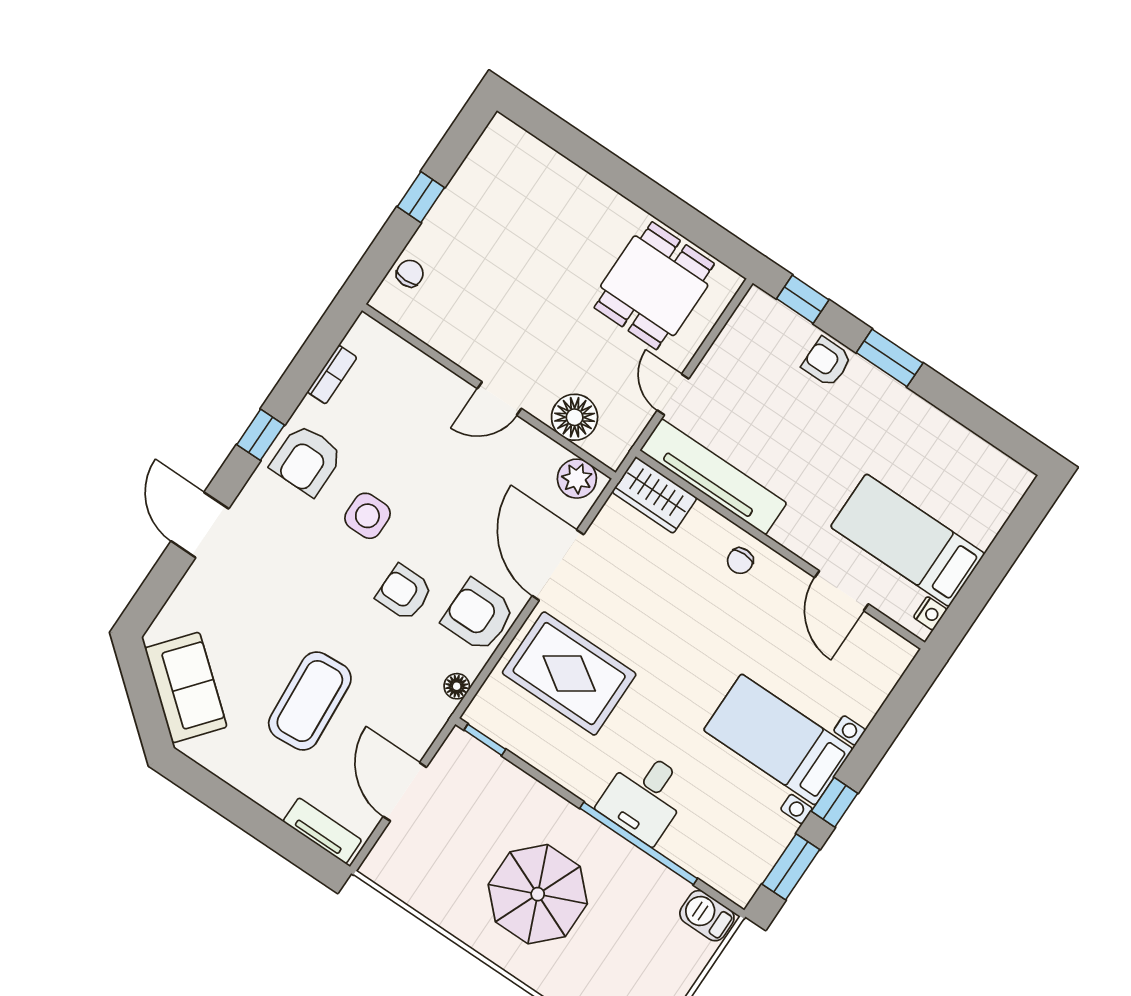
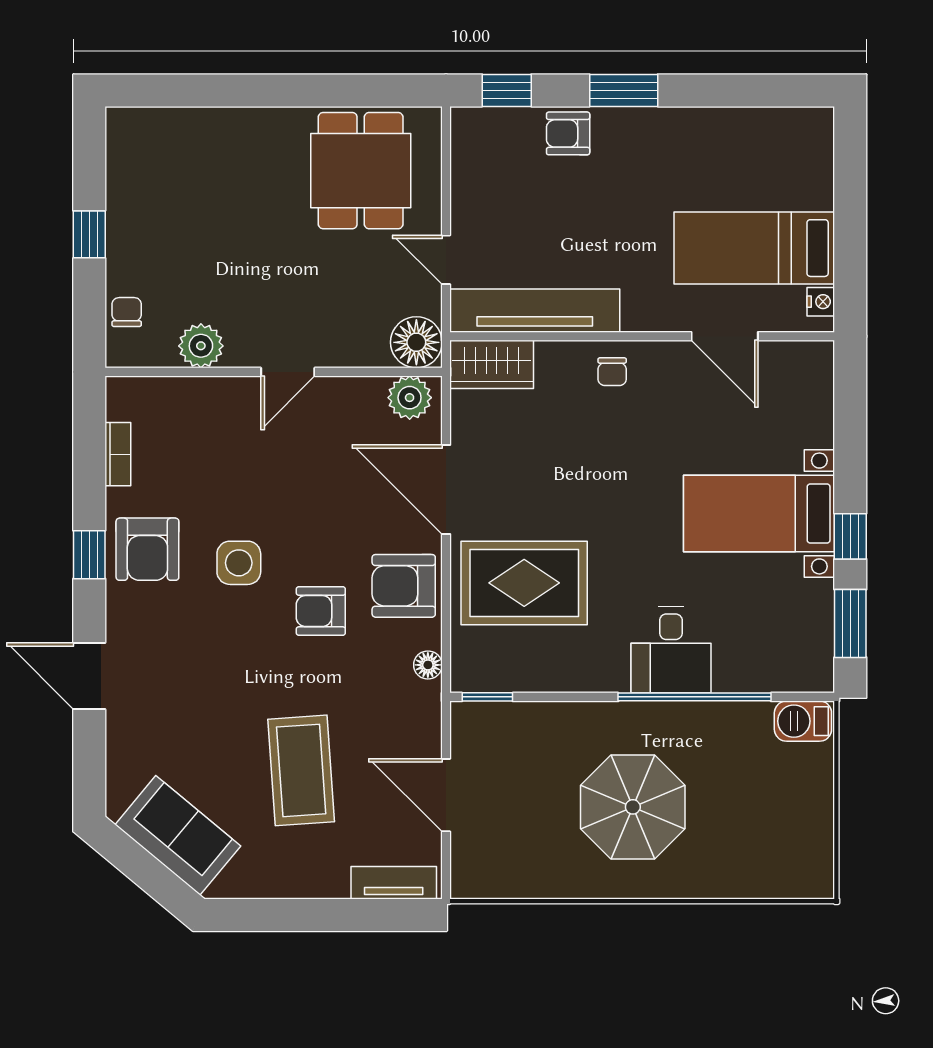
plant: (448, 336) -> (201, 346), added
floor lamp: (575, 417) -> (416, 342), moved

